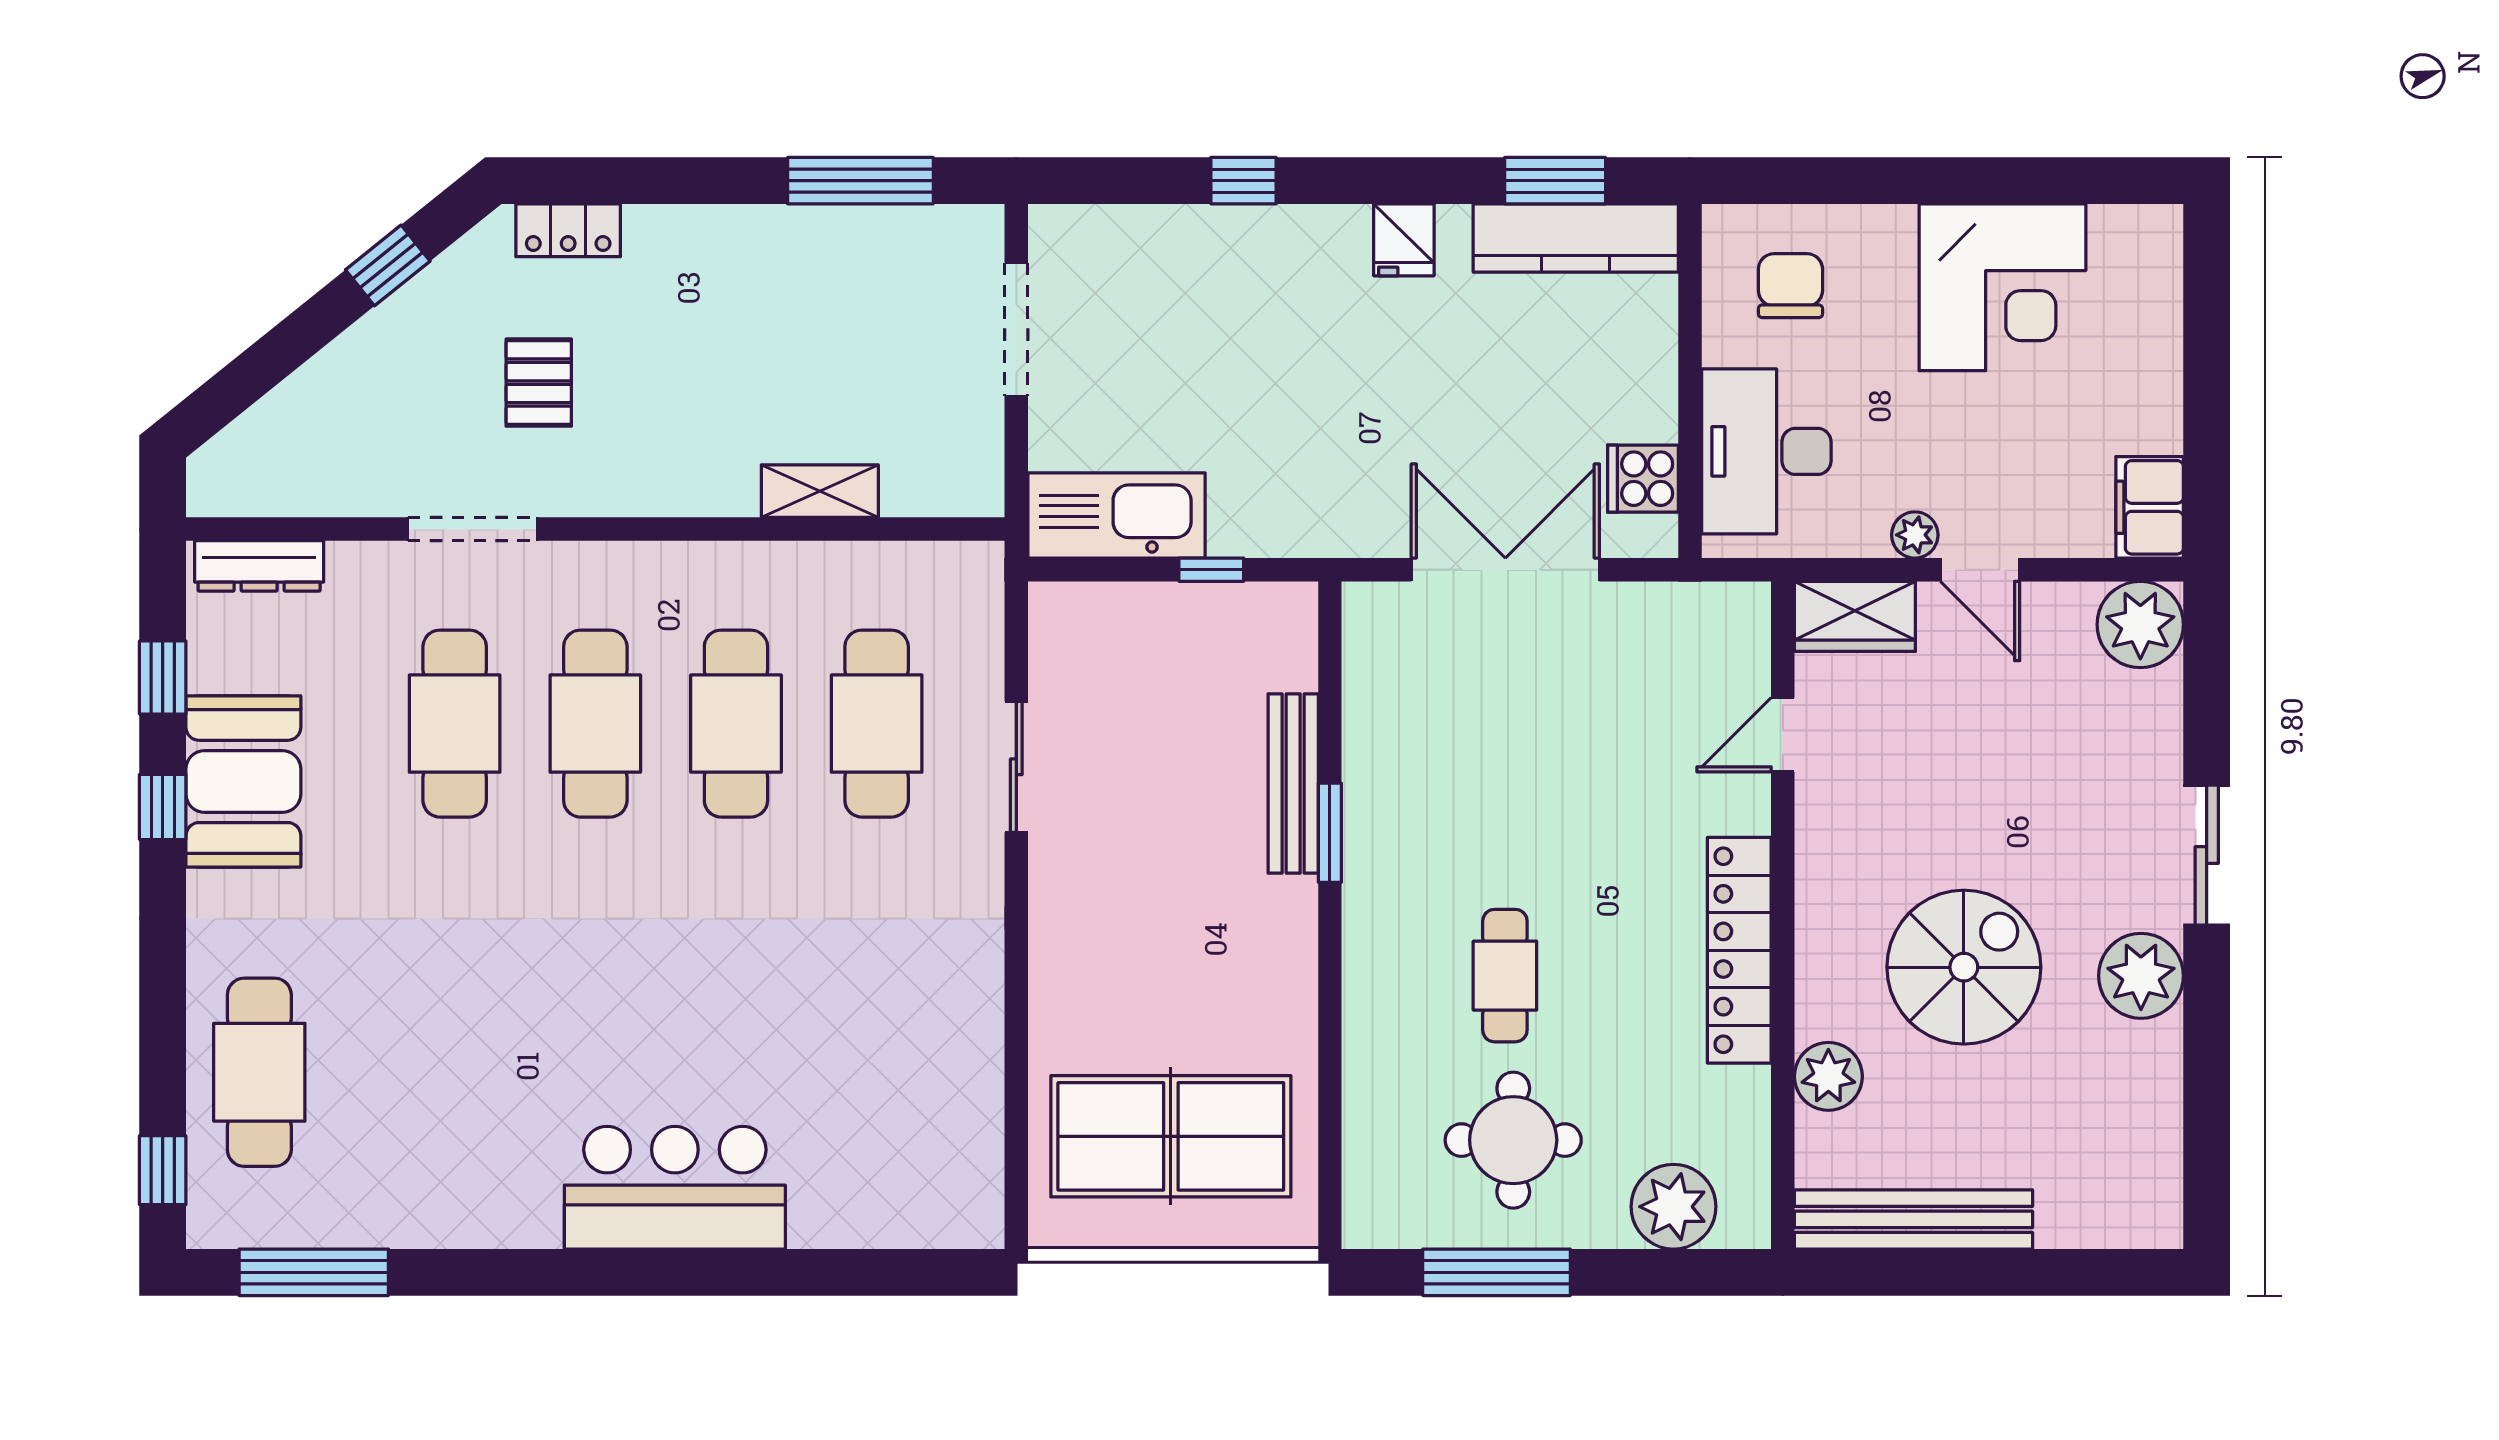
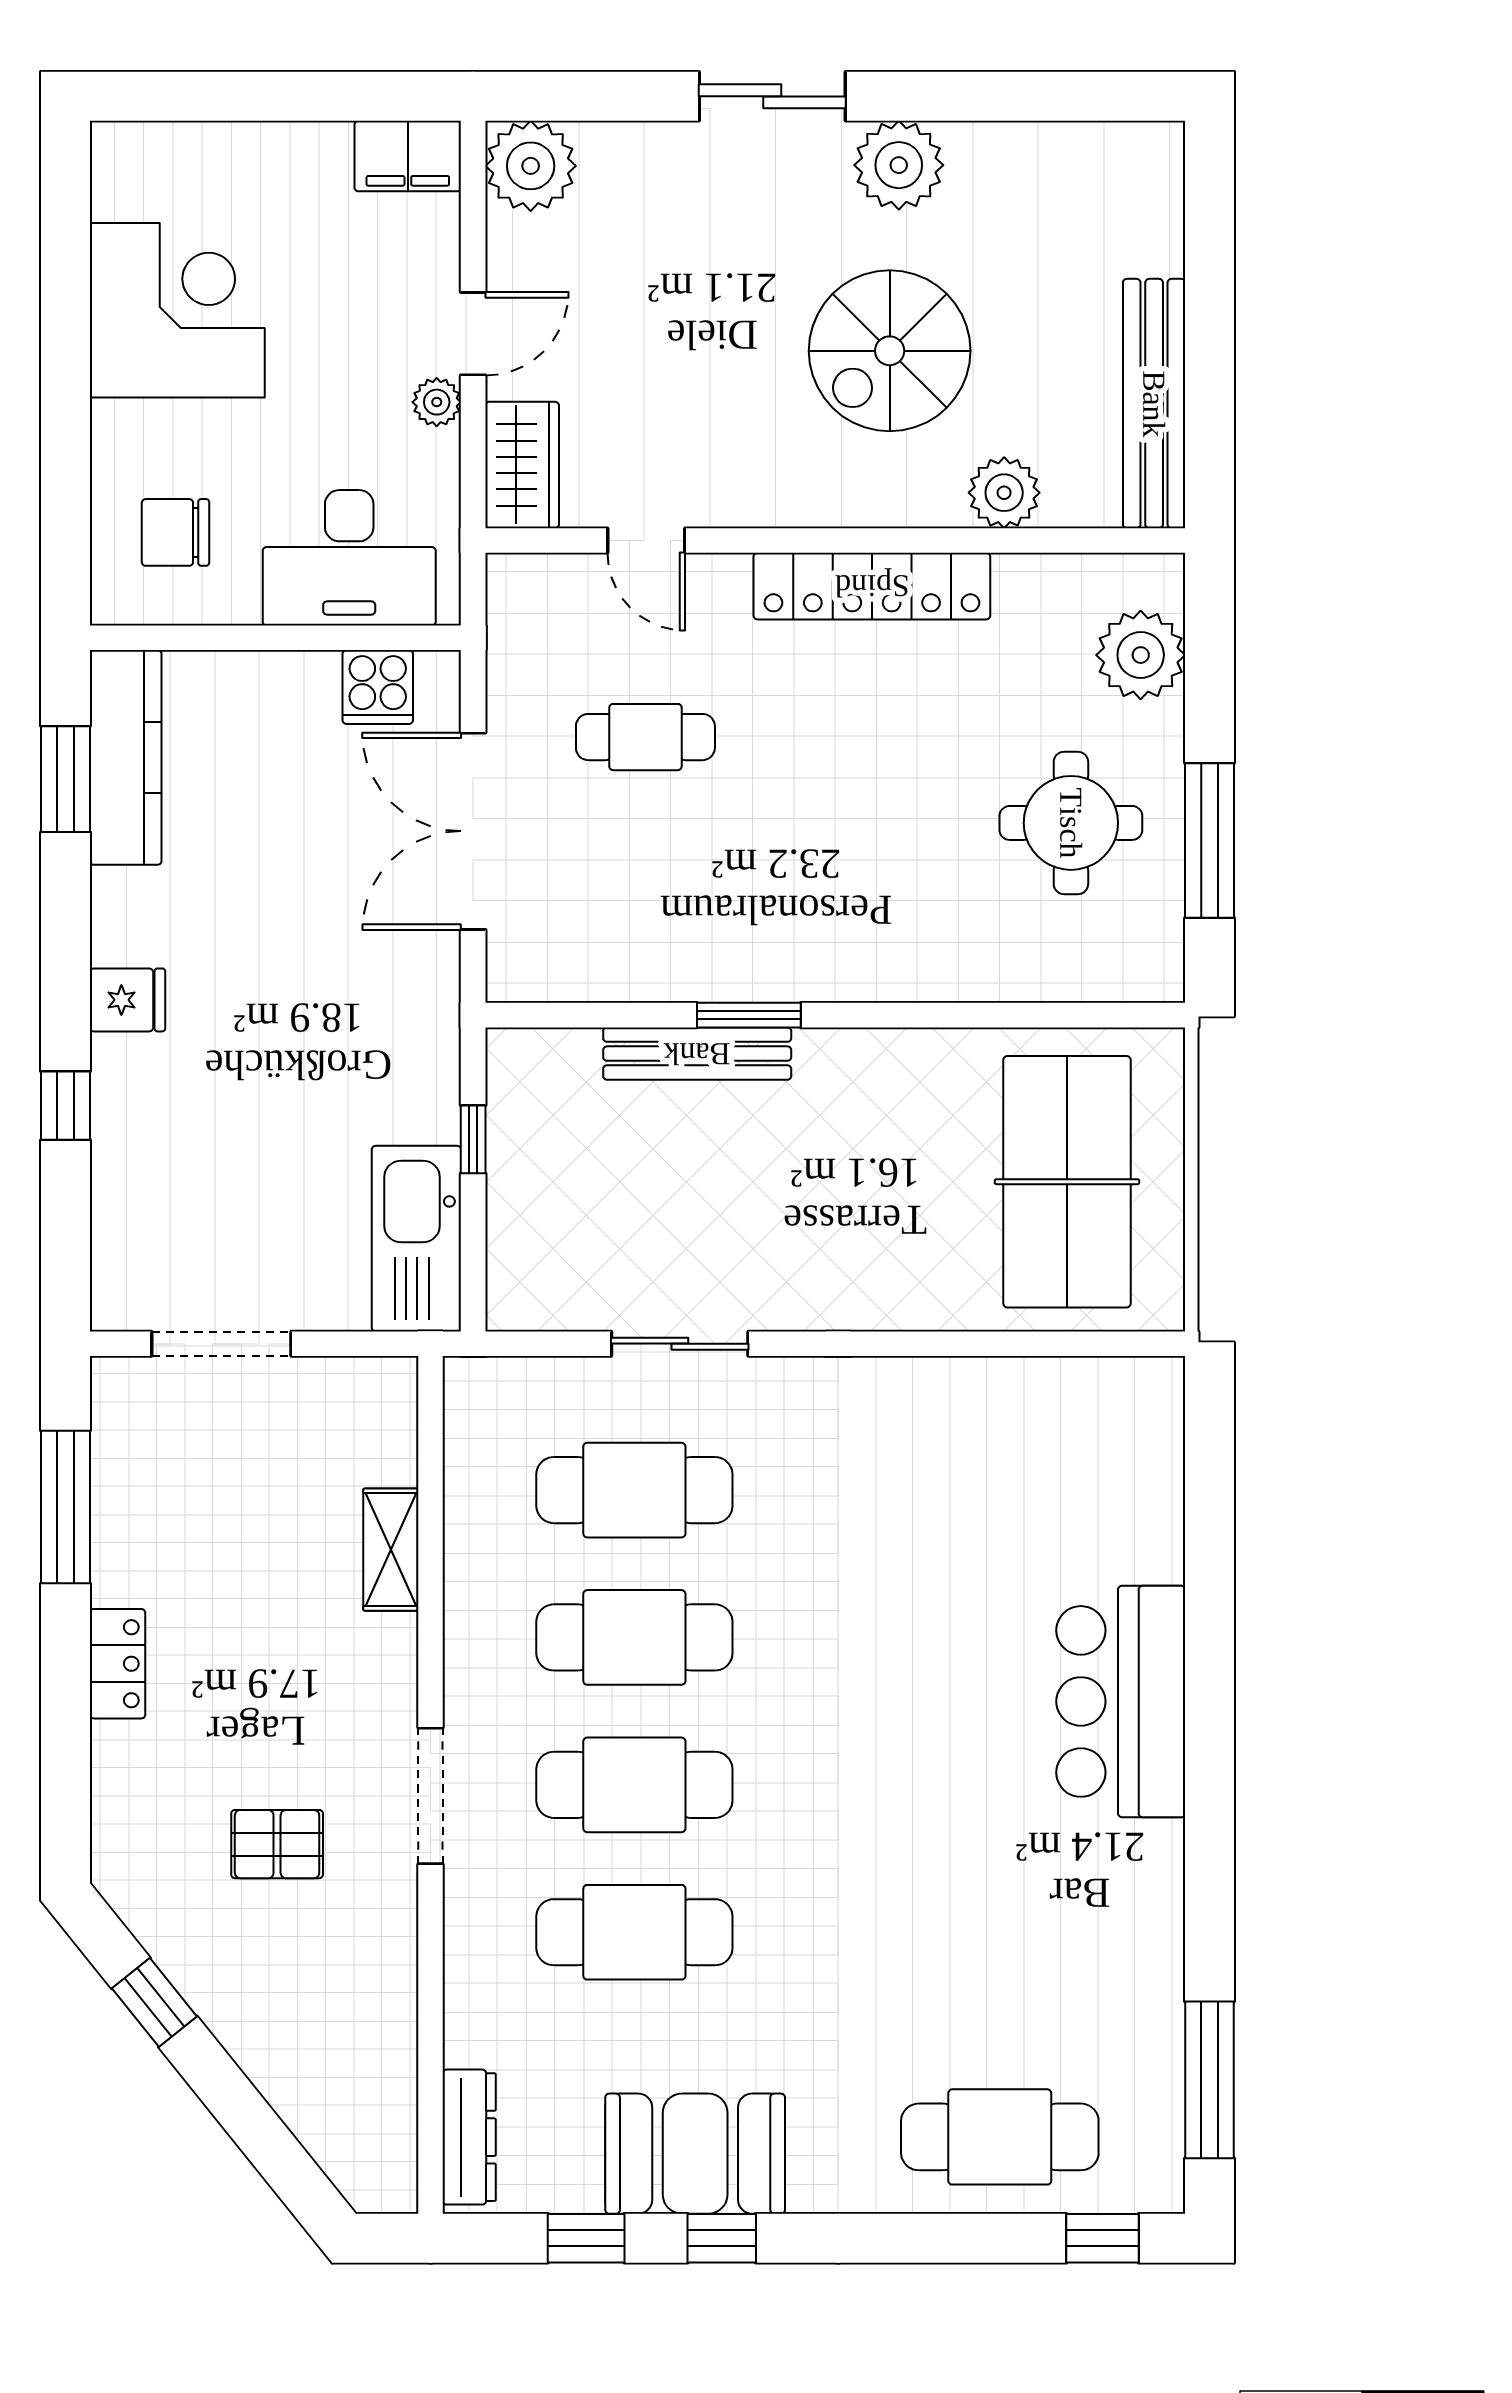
locker: (568, 230) -> (117, 1664), moved
fridge: (1404, 240) -> (127, 1000), moved
doorway: (473, 529) -> (431, 1796), moved
spiral stairs: (1964, 967) -> (890, 351), turned -90
cafe table: (1505, 976) -> (645, 737), moved

